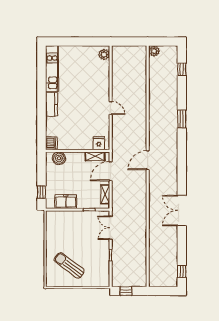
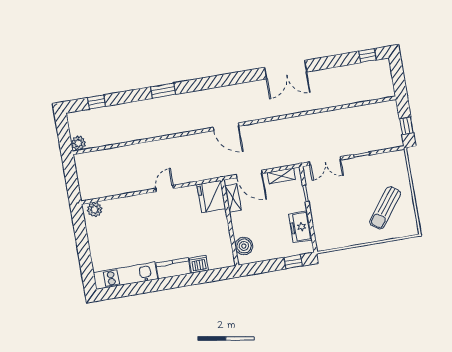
dishwasher: (51, 143) -> (199, 264), moved
fridge: (99, 143) -> (211, 197), width x1.88, depth x1.34

